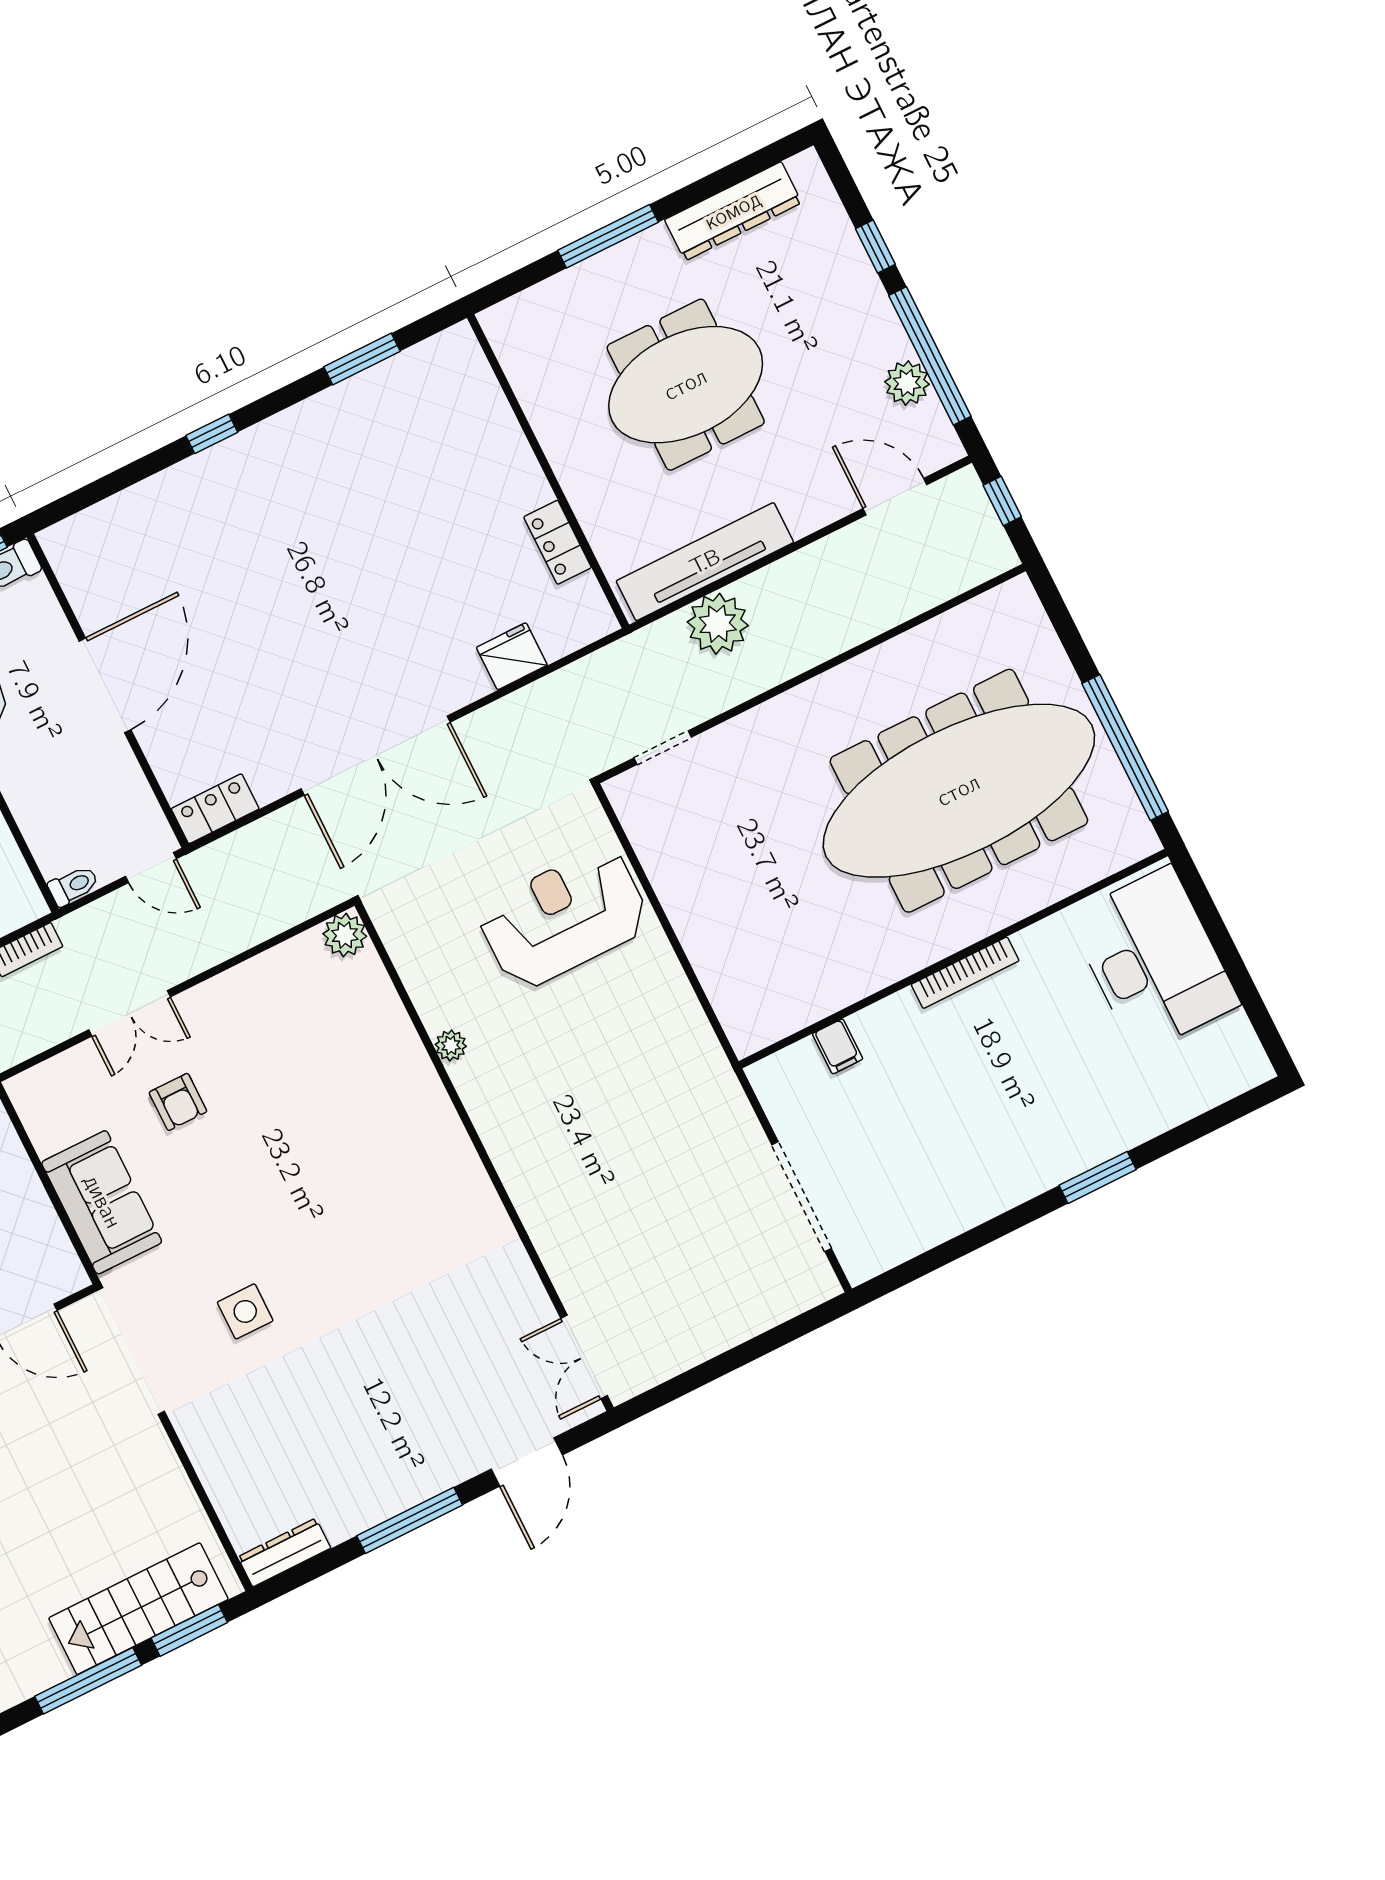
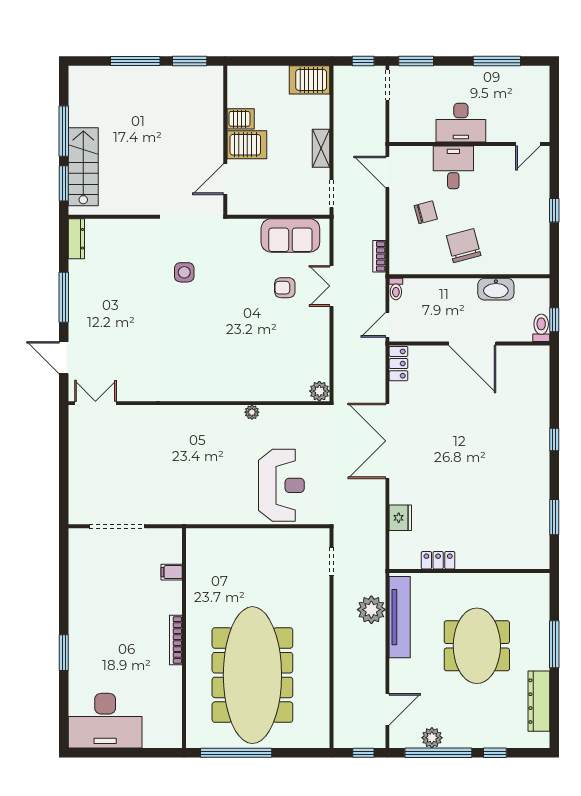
desk: (1154, 960) -> (105, 721), moved
sofa: (102, 1202) -> (290, 235), moved

